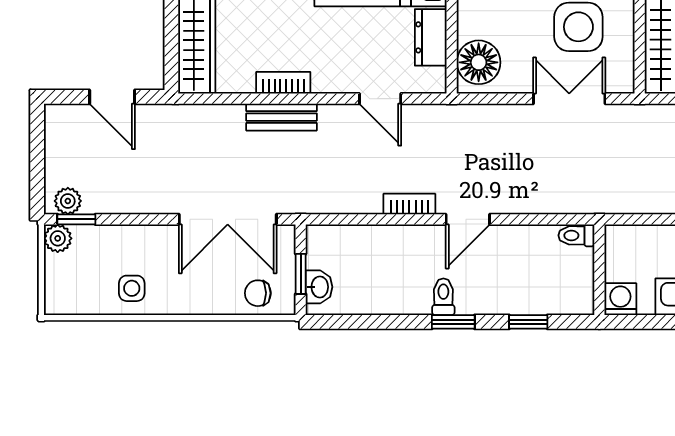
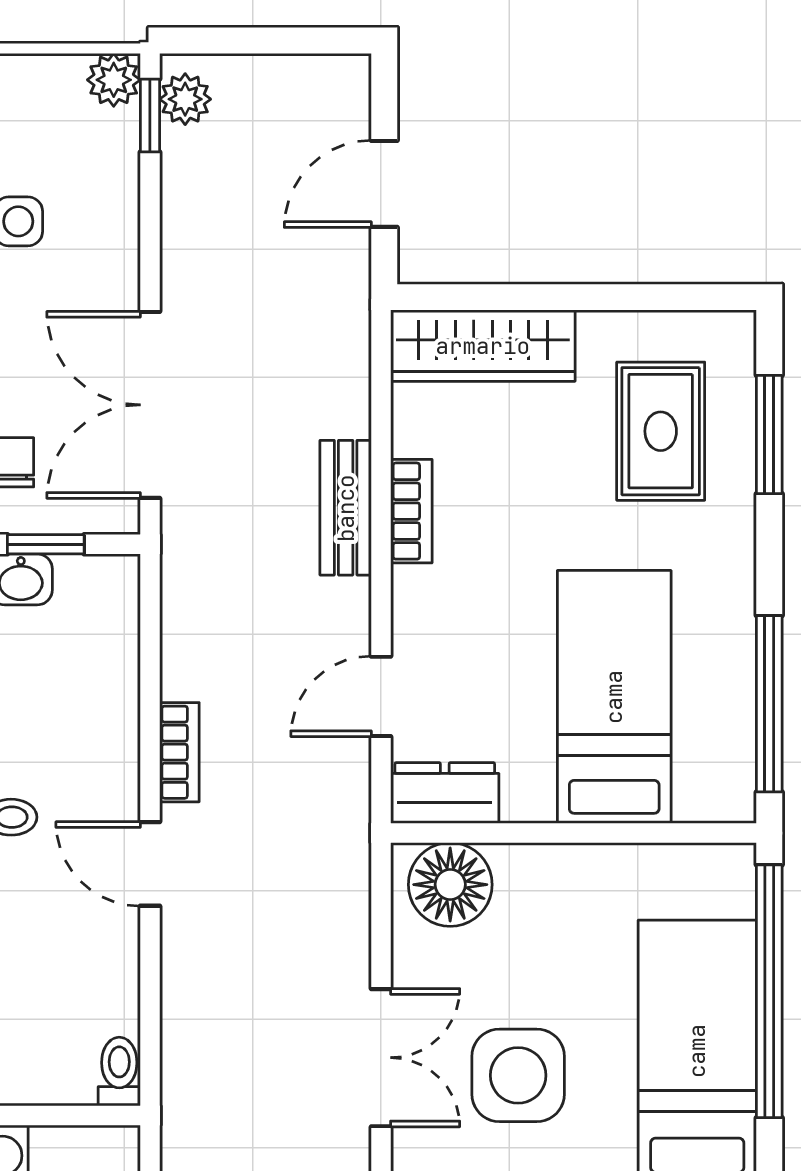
dresser: (431, 37) -> (445, 793), moved

